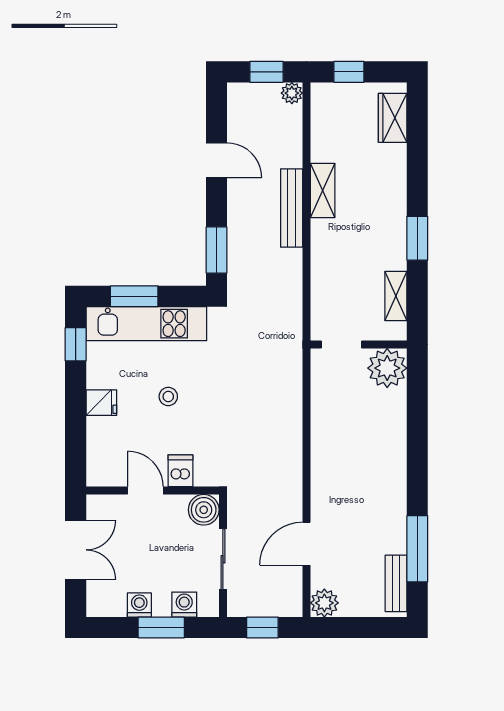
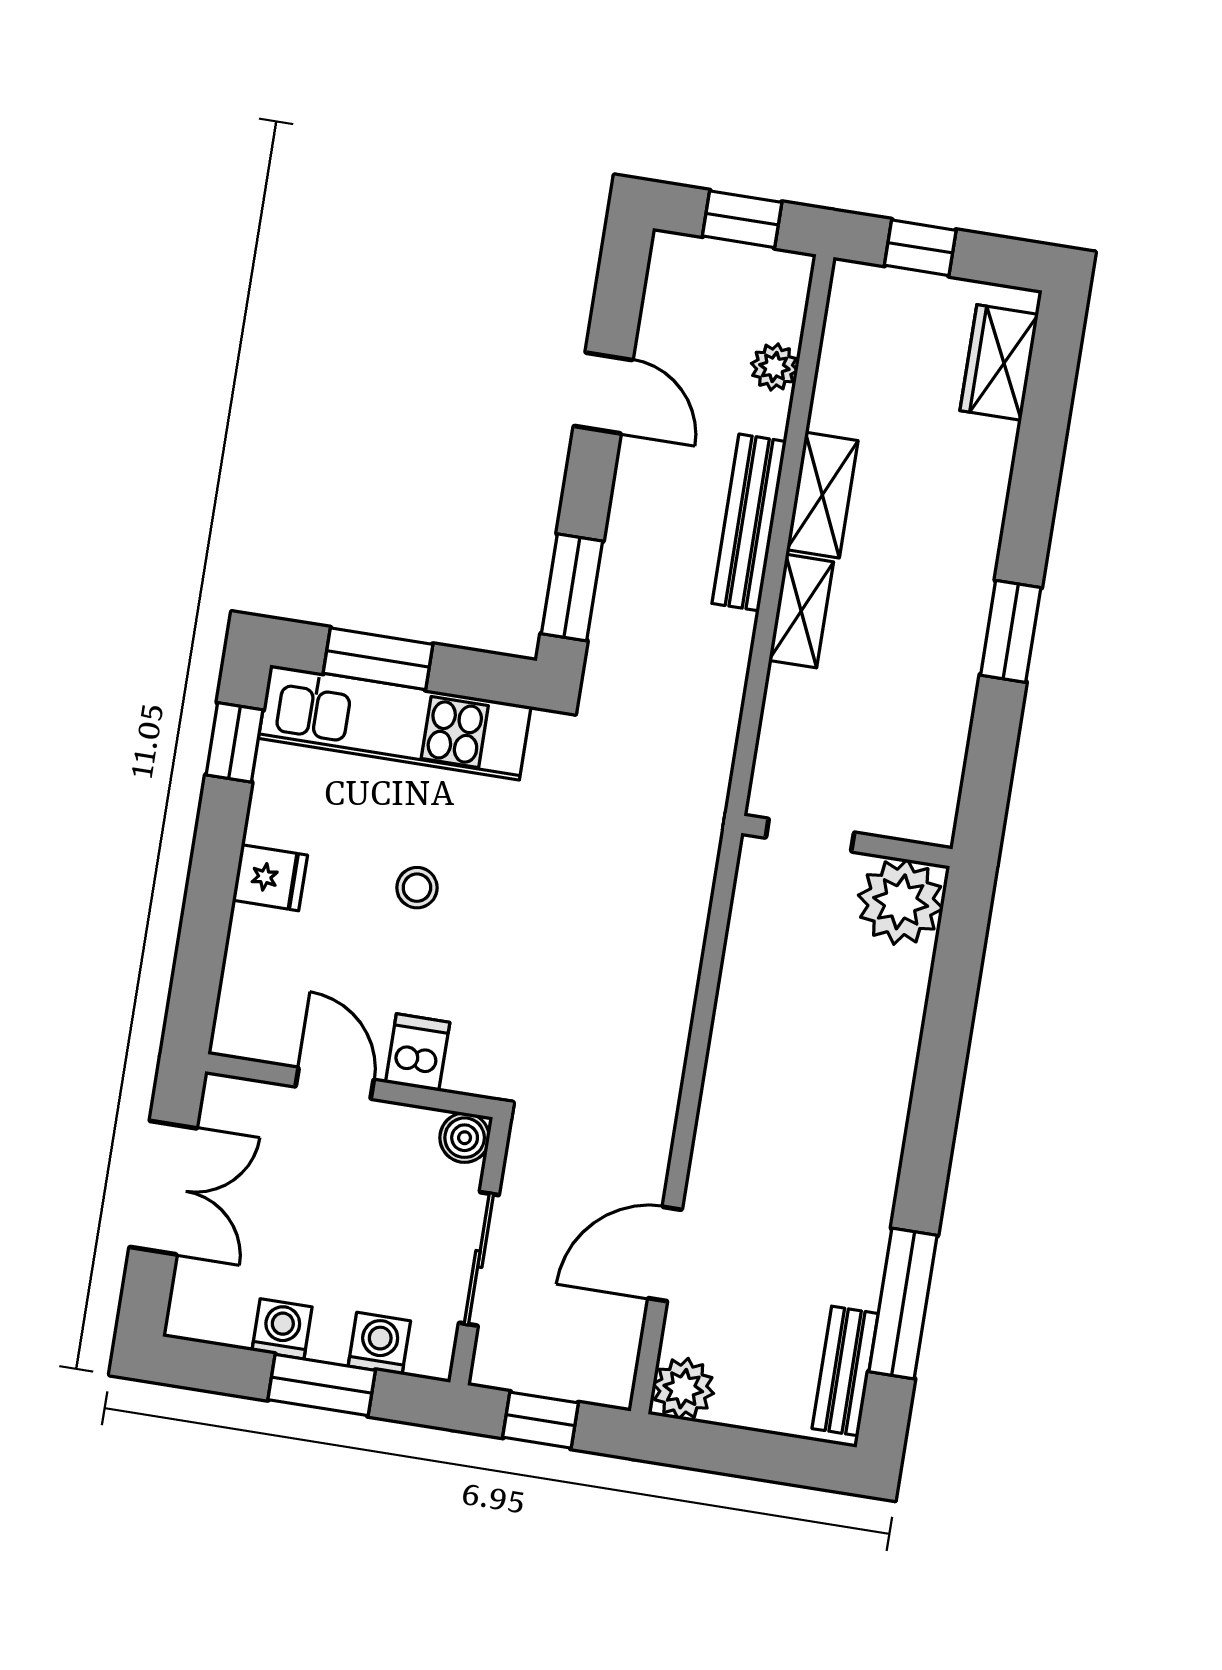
plant: (292, 93) -> (774, 367), moved
shelving: (396, 296) -> (801, 611), moved
boiler: (204, 510) -> (465, 1138), width x0.73, depth x0.73

